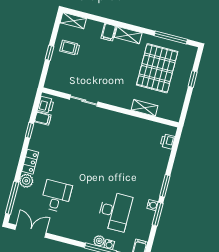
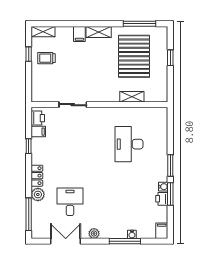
window: (50, 53) -> (29, 54), moved
printer: (168, 141) -> (162, 199), moved
desk: (115, 211) -> (129, 144), moved, turned 180
double door: (31, 231) -> (66, 241), moved
plant: (99, 241) -> (94, 233), moved

